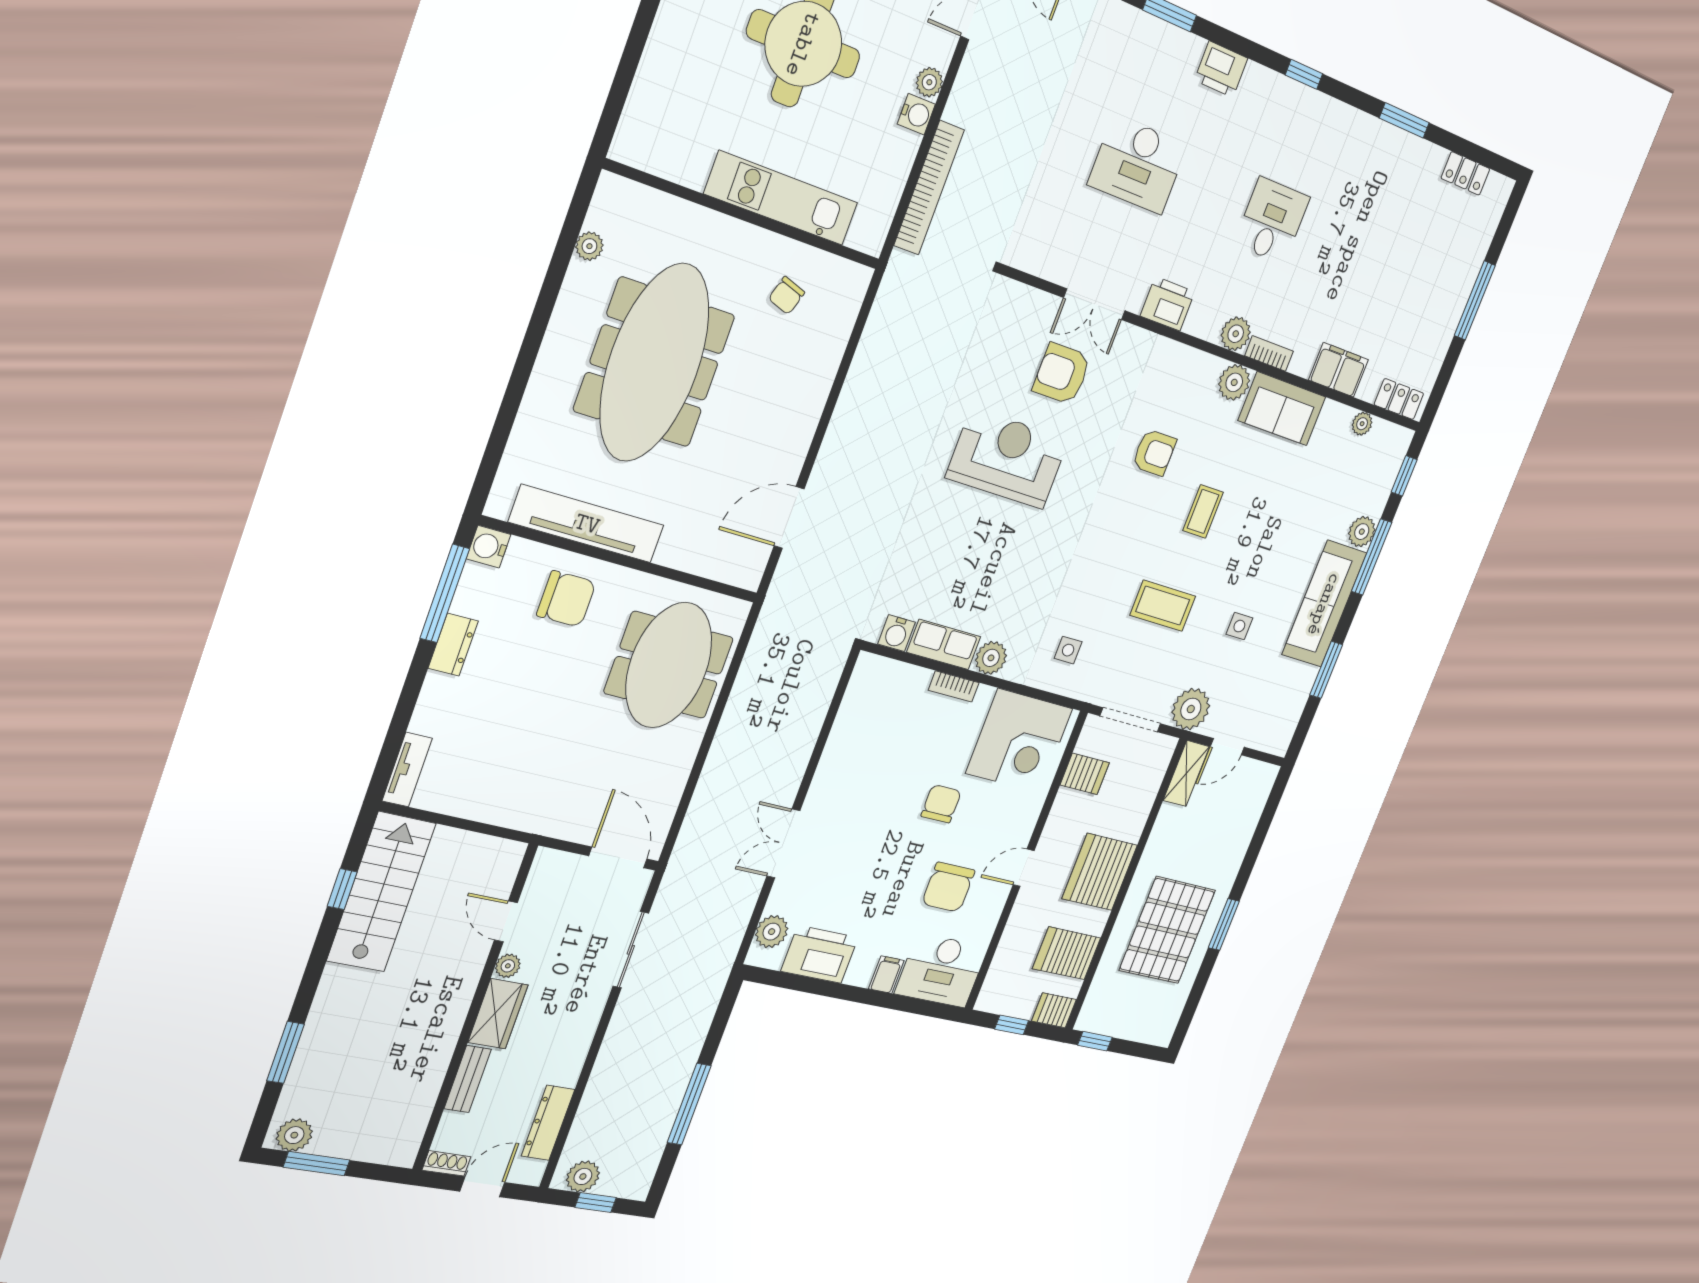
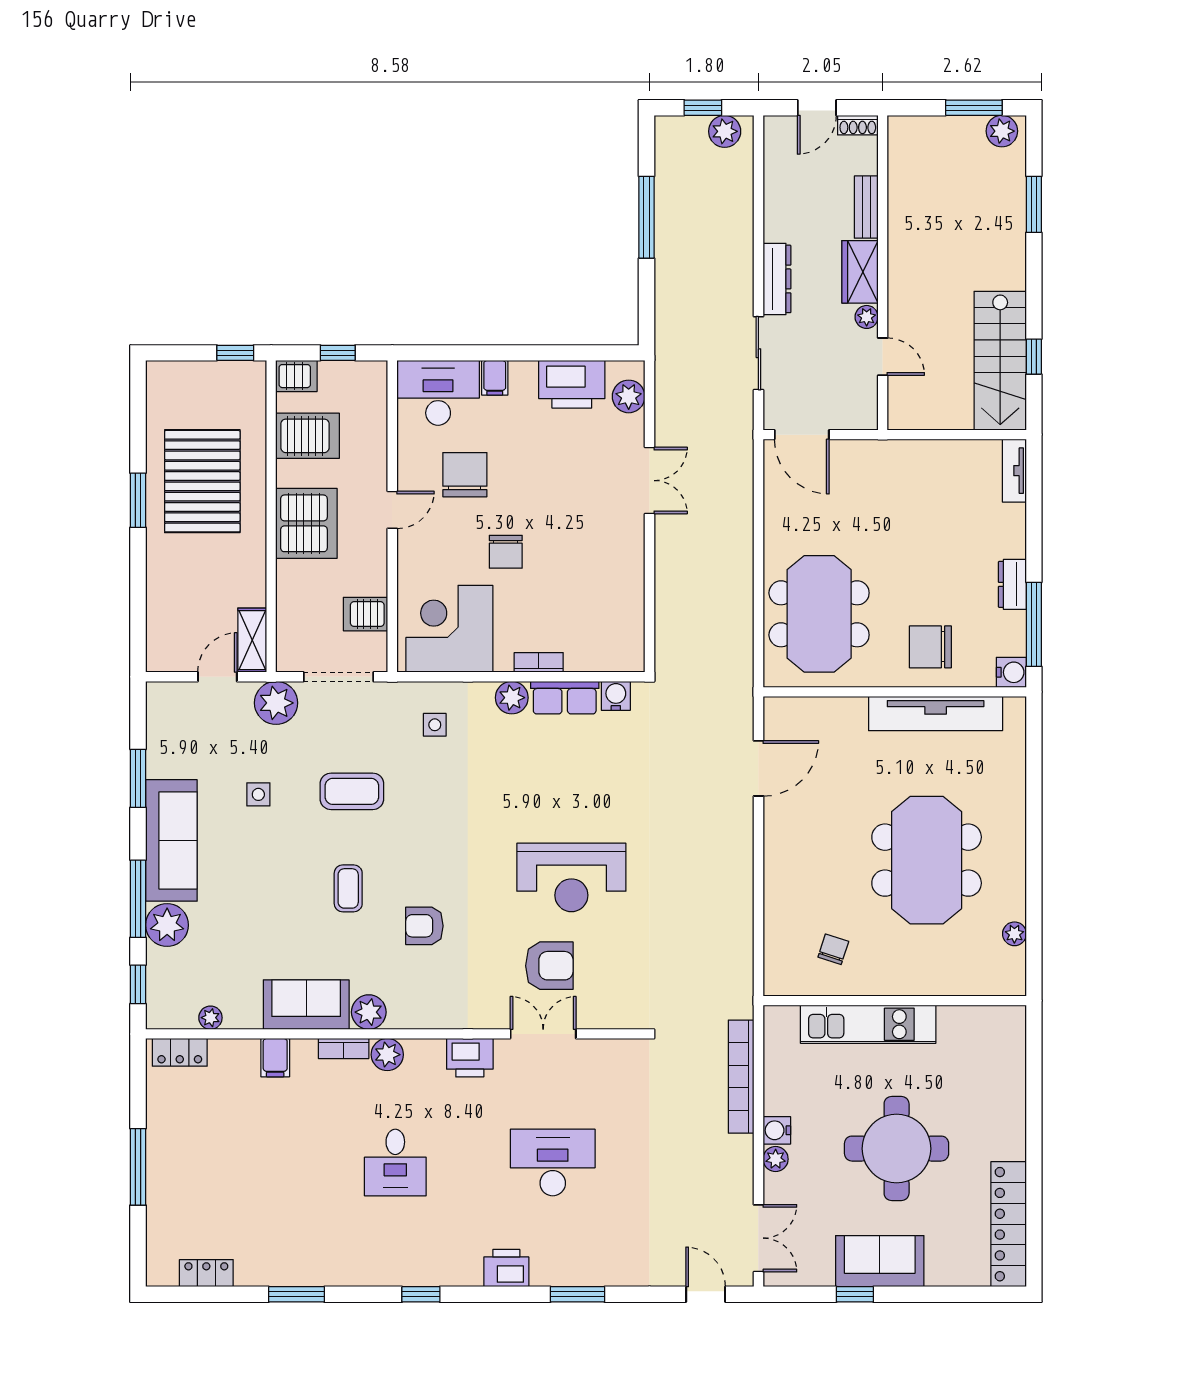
meeting table: (654, 363) -> (927, 860), width x0.73
filing cabinet: (1339, 370) -> (275, 1058), width x0.50
plant: (1362, 532) -> (167, 925), width x1.36, depth x1.36
dresser: (548, 1123) -> (777, 279), moved

